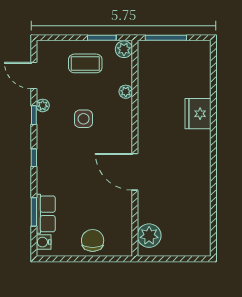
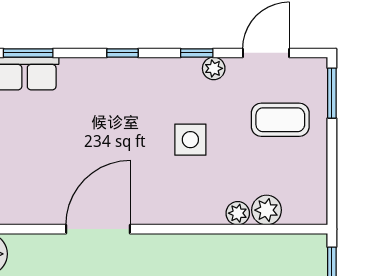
window: (102, 38) -> (332, 93), moved
plant: (124, 49) -> (267, 210), moved
coffee table: (85, 63) -> (280, 120), moved, turned 90

